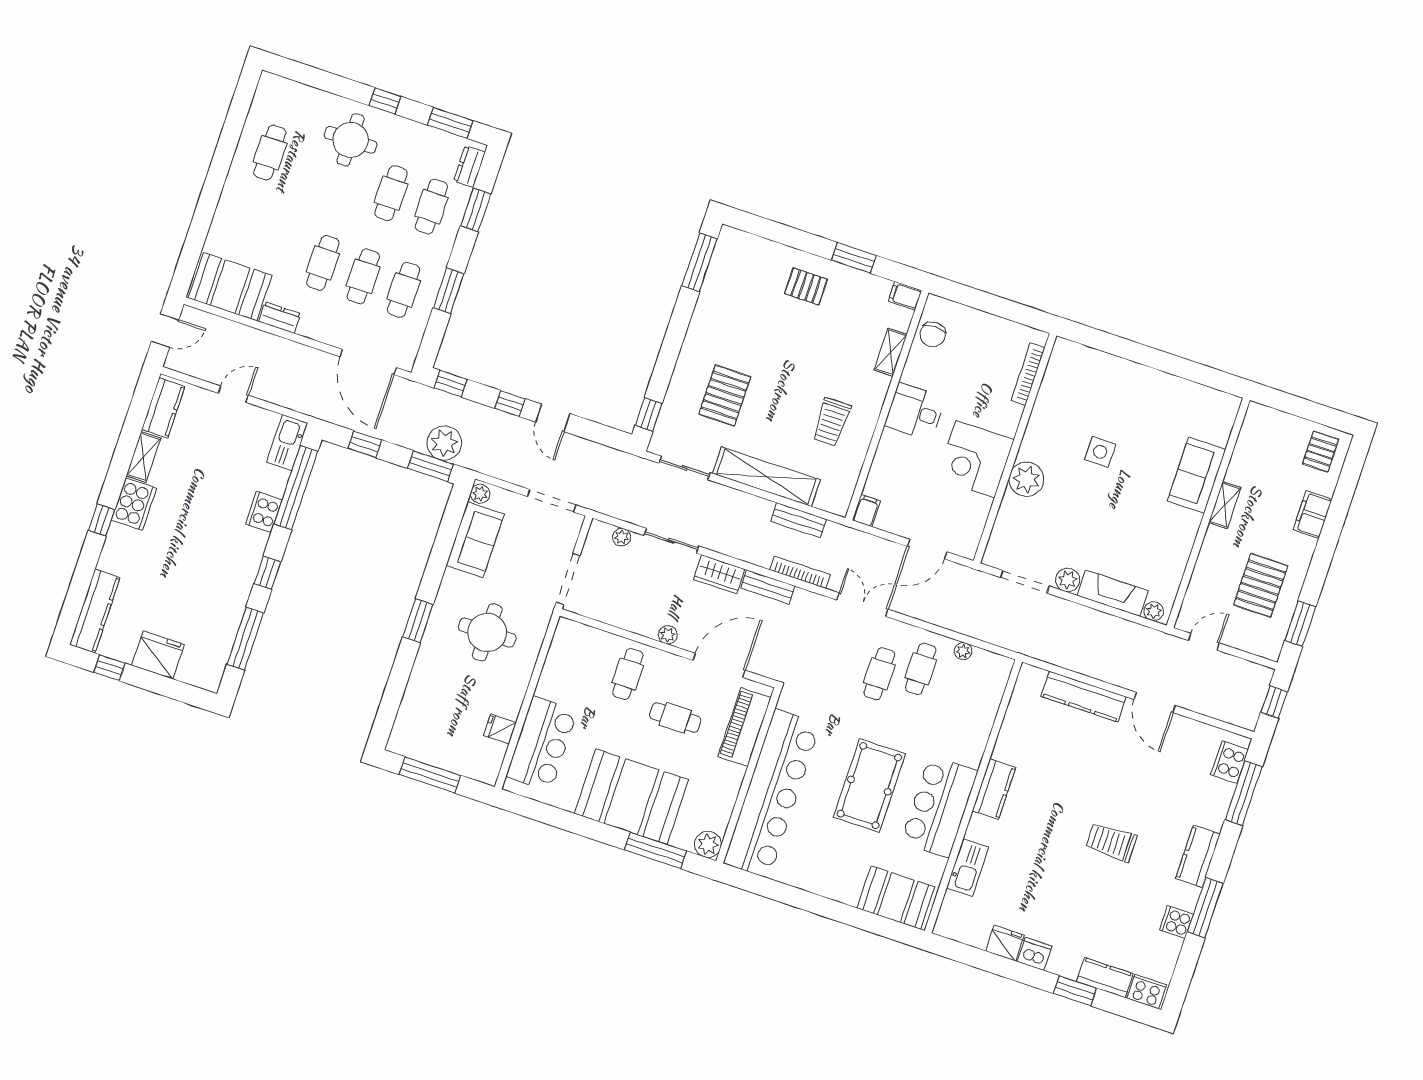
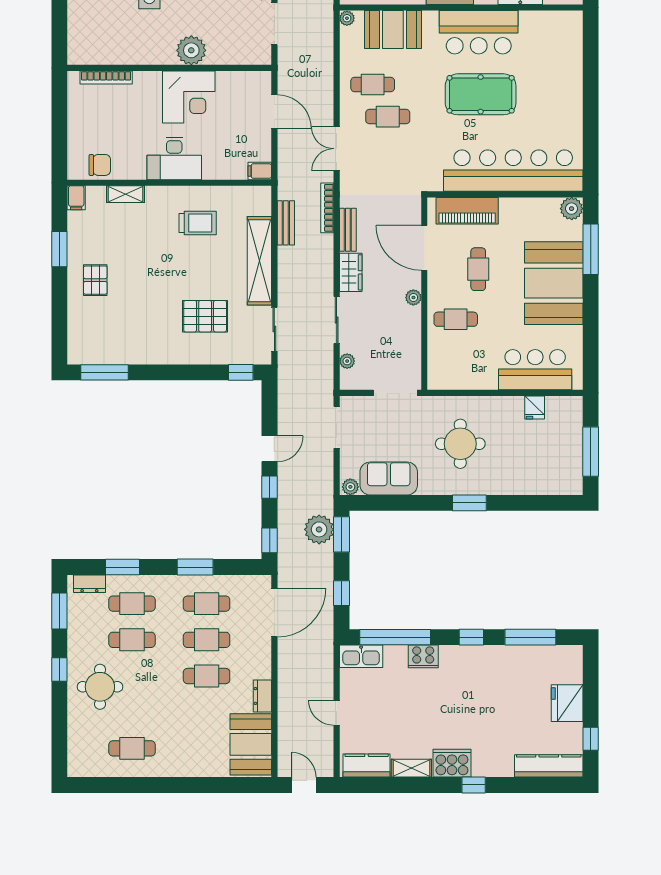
desk: (915, 412) -> (174, 158), width x1.37
plant: (963, 651) -> (347, 18), moved
booth: (896, 898) -> (393, 30), moved, turned 90

